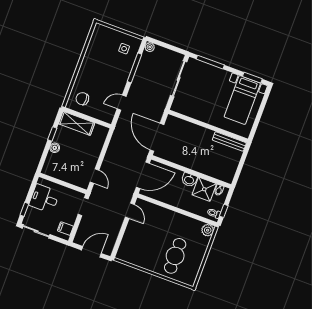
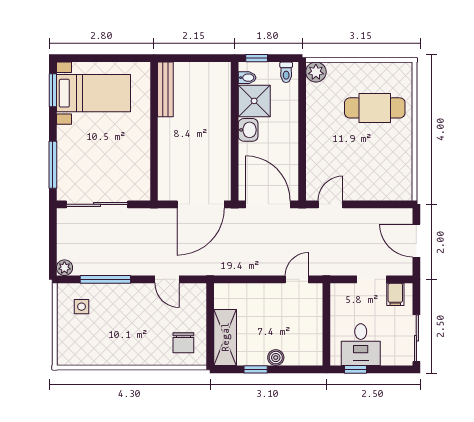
doorway: (83, 207) -> (371, 279), moved
window: (24, 209) -> (356, 369), moved
window: (224, 211) -> (257, 58), moved

